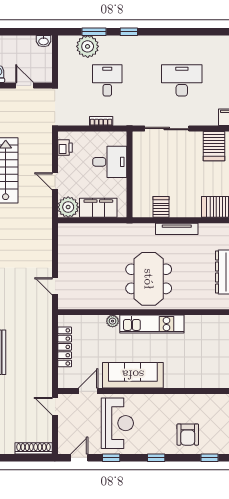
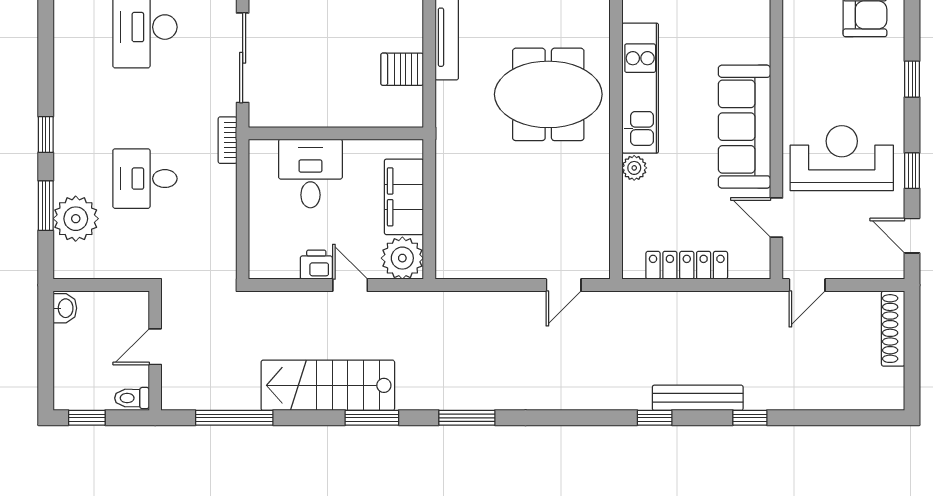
bookcase: (101, 121) -> (227, 140), moved
printer: (65, 148) -> (316, 265), moved
door: (55, 181) -> (350, 285), swing flipped

